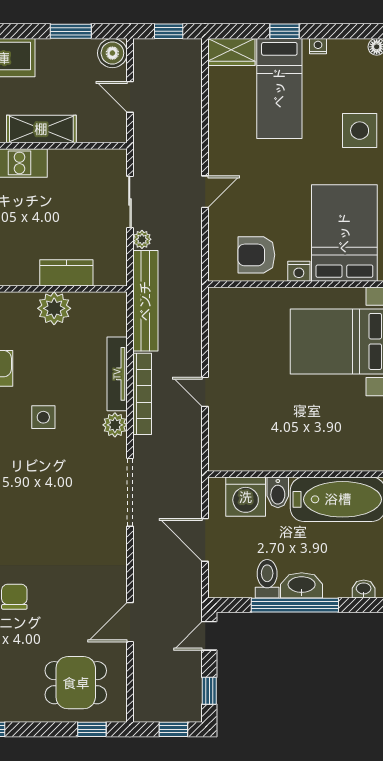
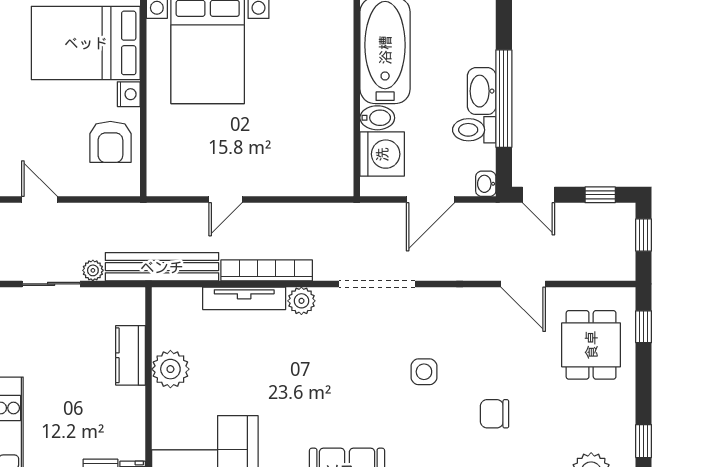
door: (205, 392) -> (226, 200), moved
side table: (43, 417) -> (424, 372), moved
washbasin: (364, 589) -> (486, 184), moved

